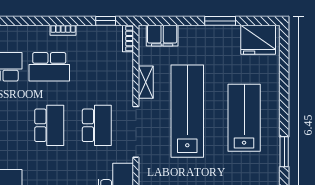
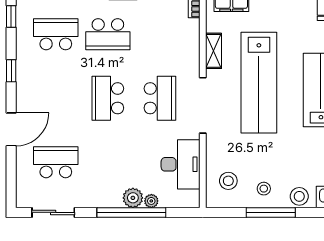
lab bench: (187, 111) -> (259, 83), turned 180
school desk: (49, 125) -> (108, 98), turned 180

